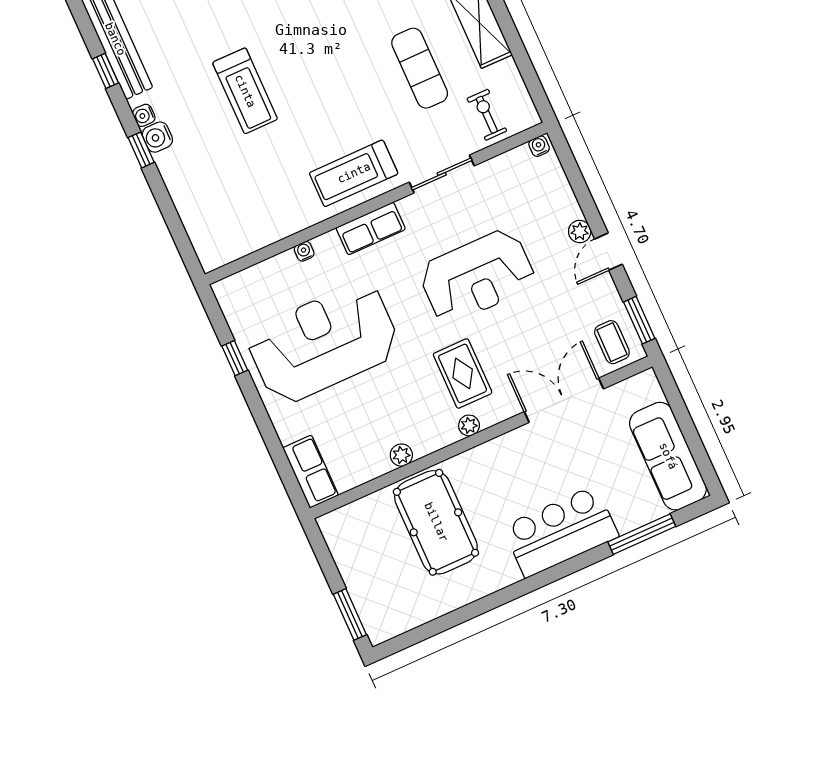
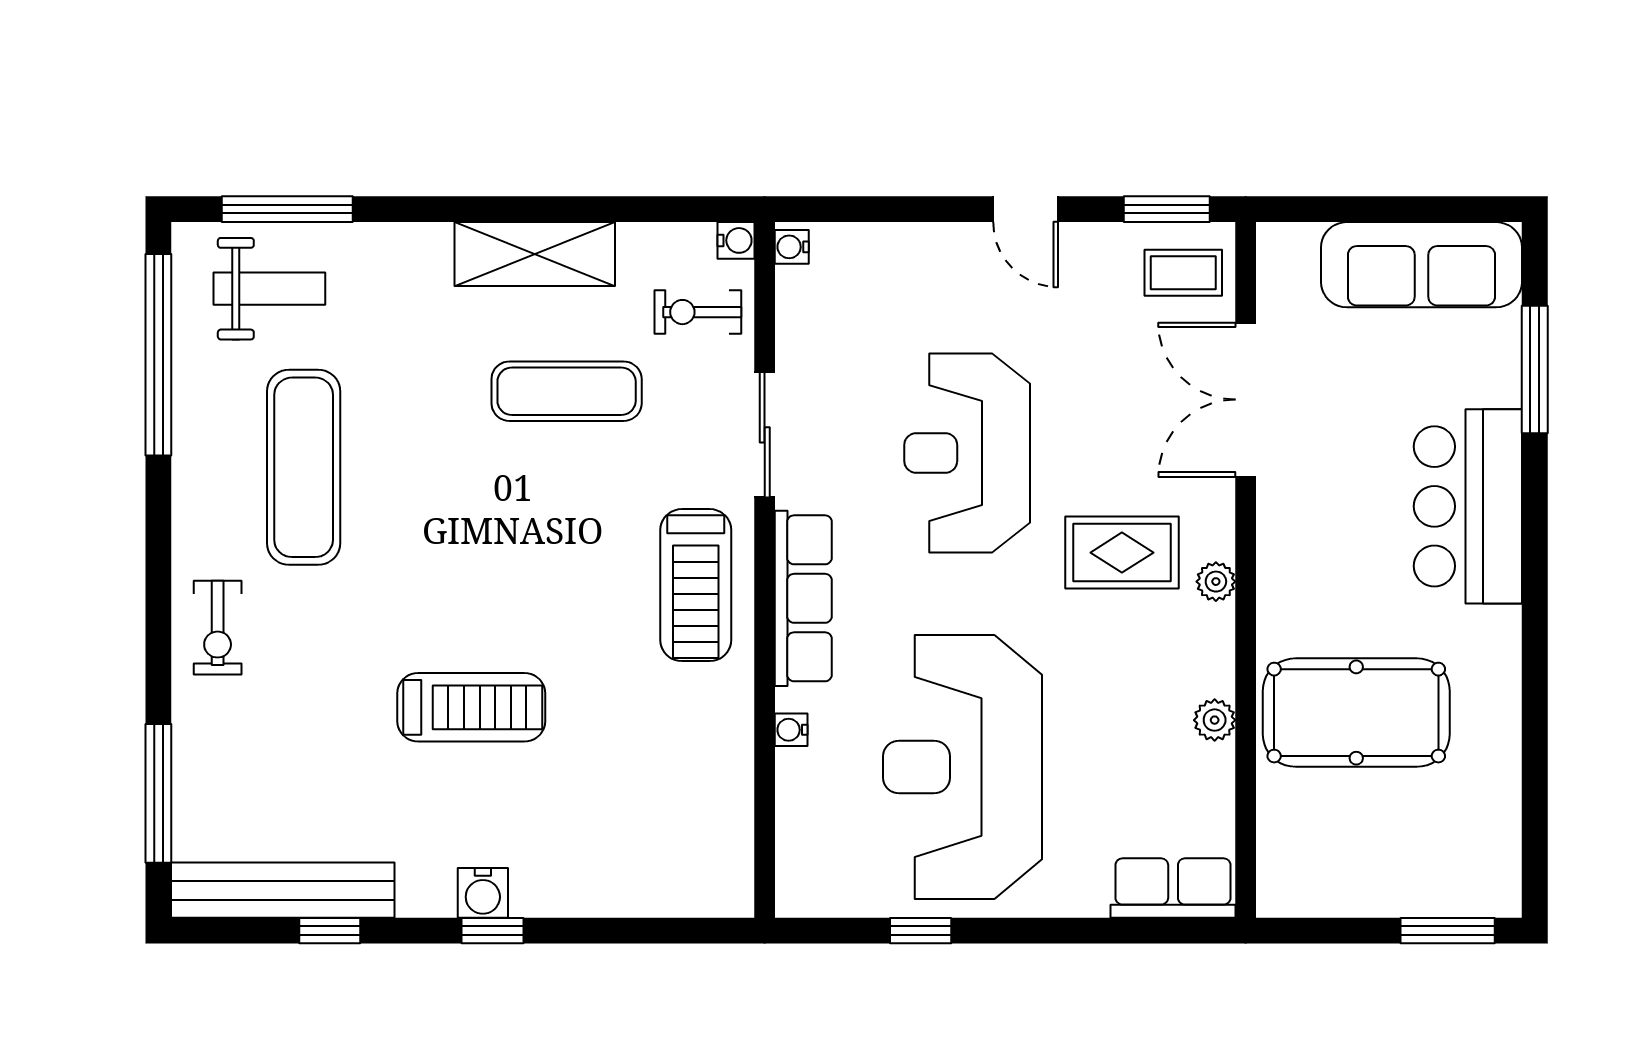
water cooler: (144, 115) -> (736, 240), moved, turned -90
row of seats: (371, 228) -> (803, 598), width x1.48
plant: (580, 232) -> (969, 243), removed
reception desk: (477, 276) -> (967, 453), turned 180

